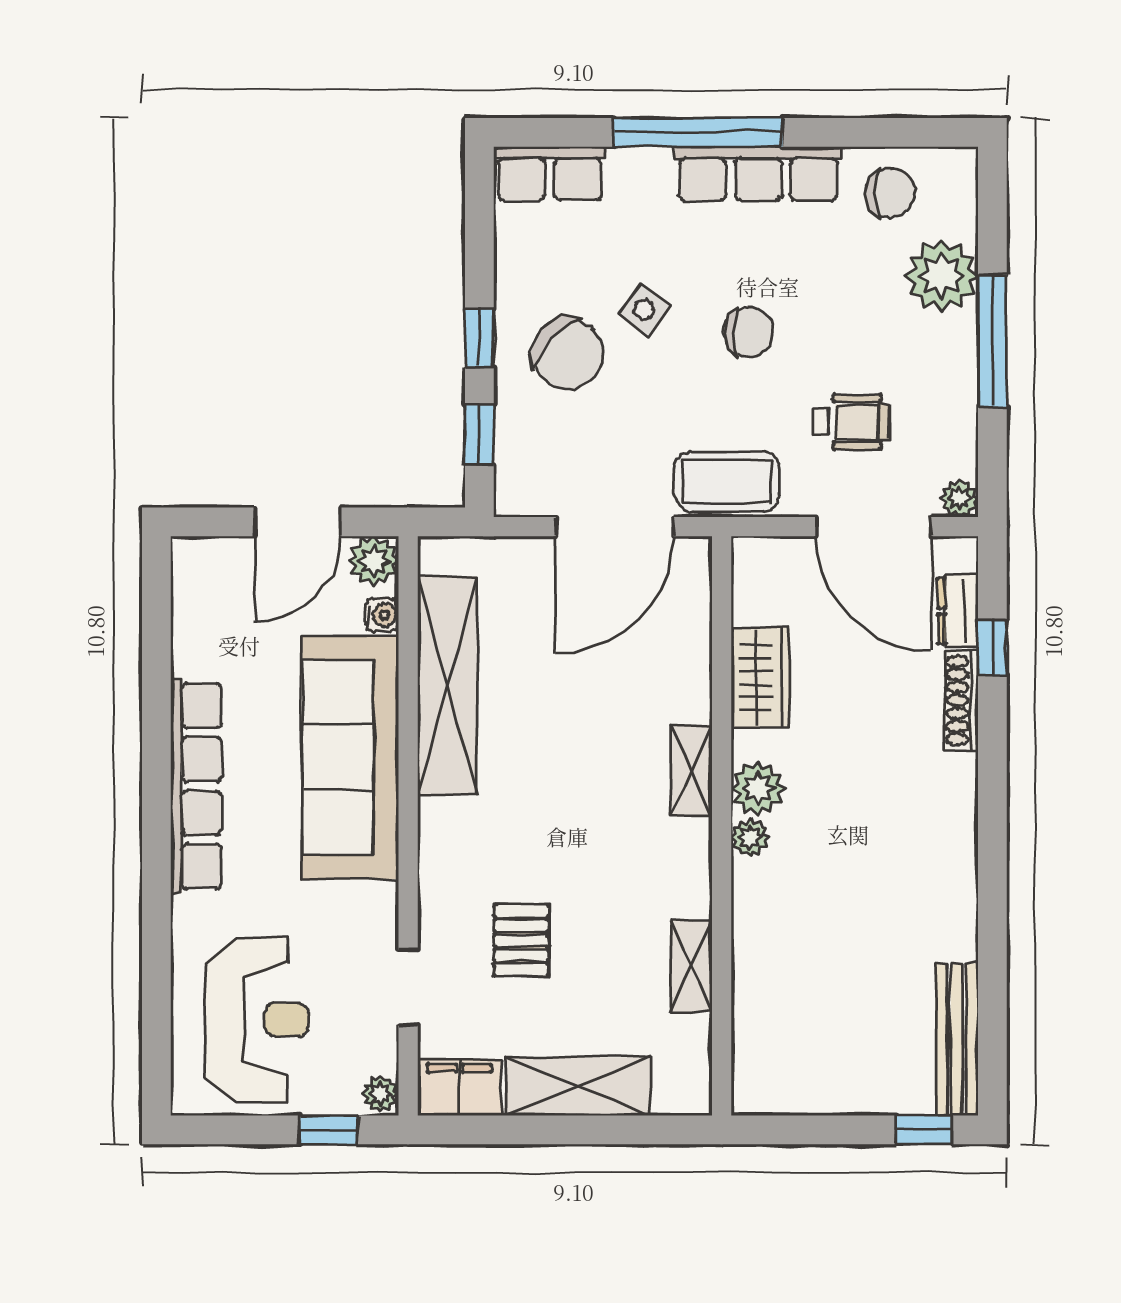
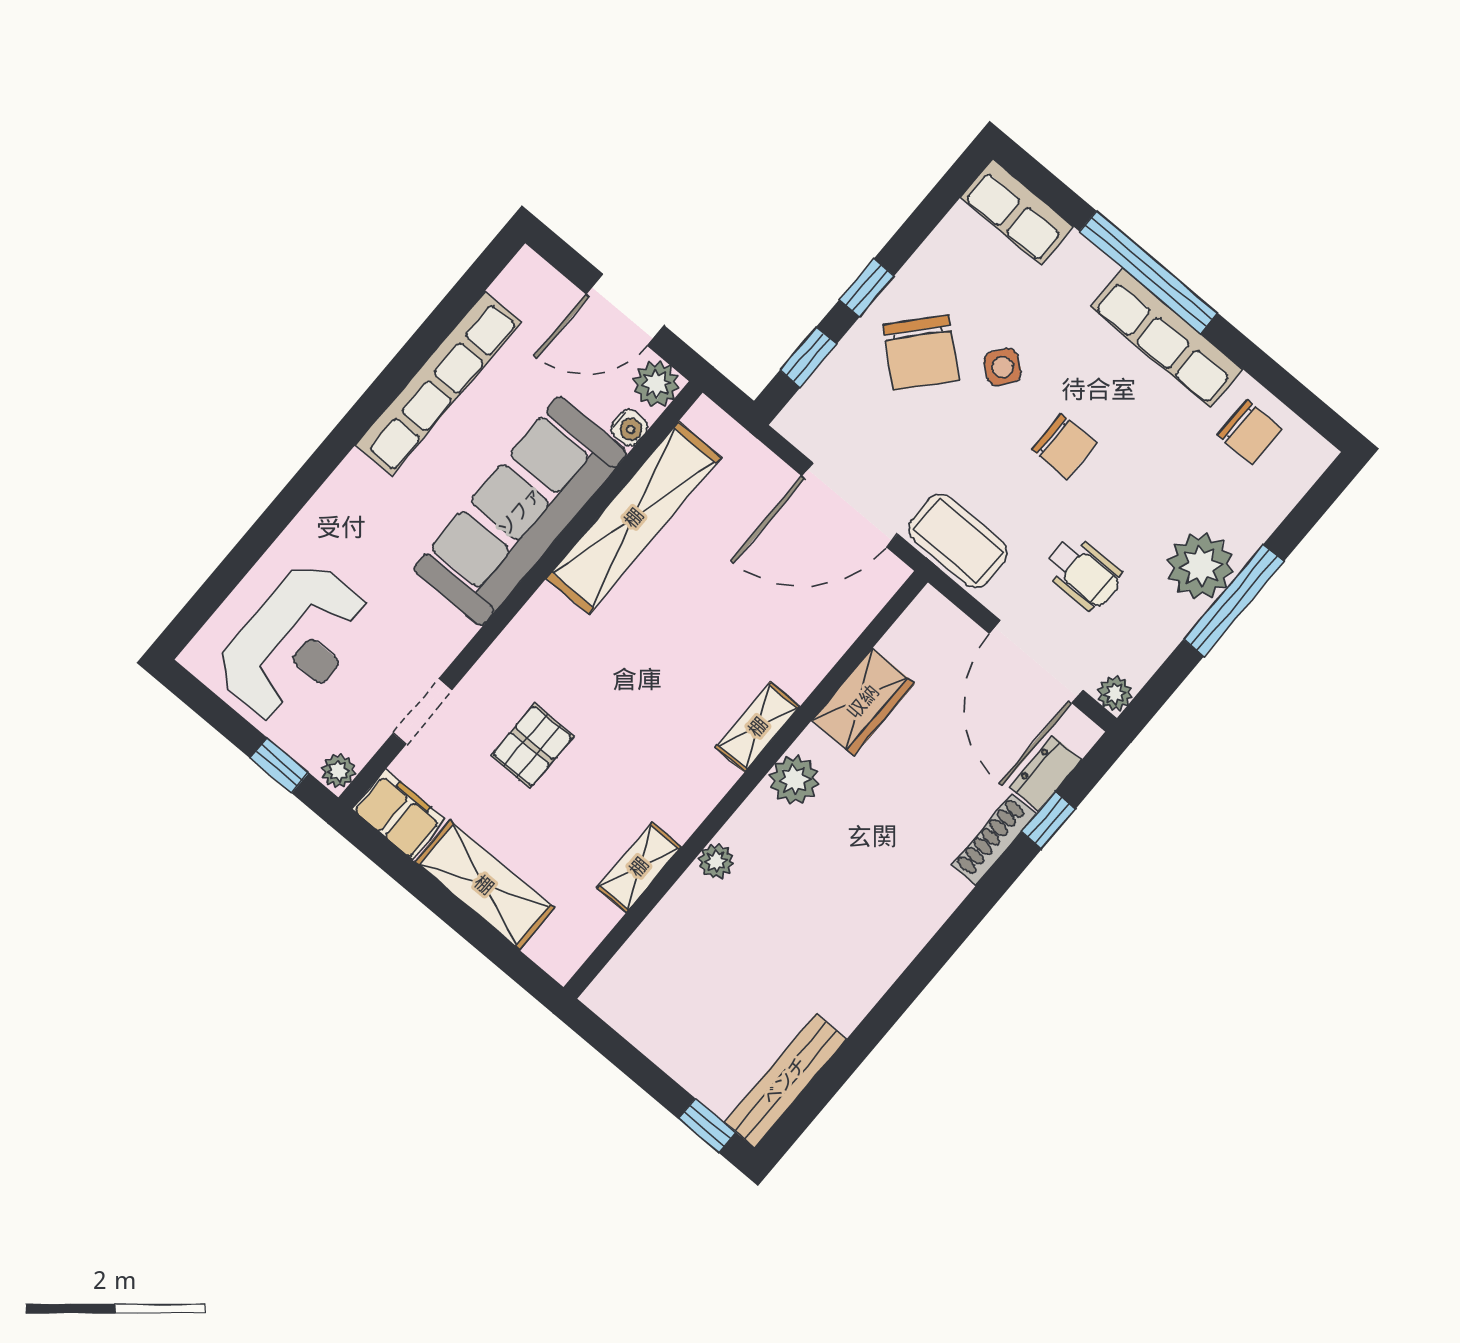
plant: (942, 276) -> (1200, 566), moved
row of seats: (196, 786) -> (438, 383), moved
plant: (750, 838) -> (716, 861), moved

